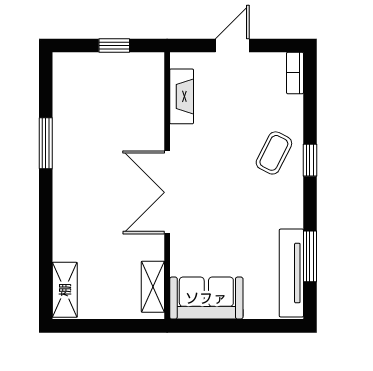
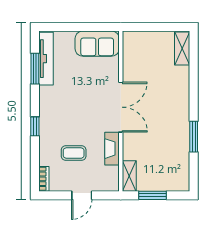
window: (114, 45) -> (152, 195), width x1.50
fireplace: (182, 96) -> (112, 149), moved
coffee table: (274, 153) -> (74, 153), moved, turned 63
shelving: (153, 287) -> (129, 176), moved

